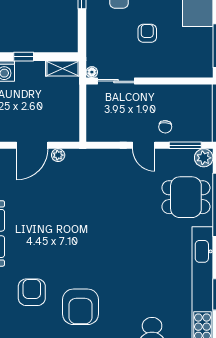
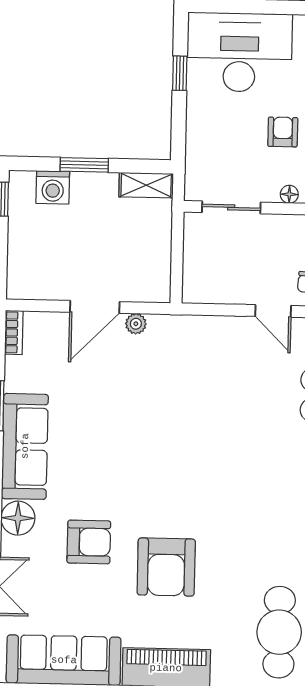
window: (24, 57) -> (84, 165), width x1.50
floor lamp: (92, 72) -> (289, 194), moved
armchair: (32, 292) -> (89, 542), turned 90

